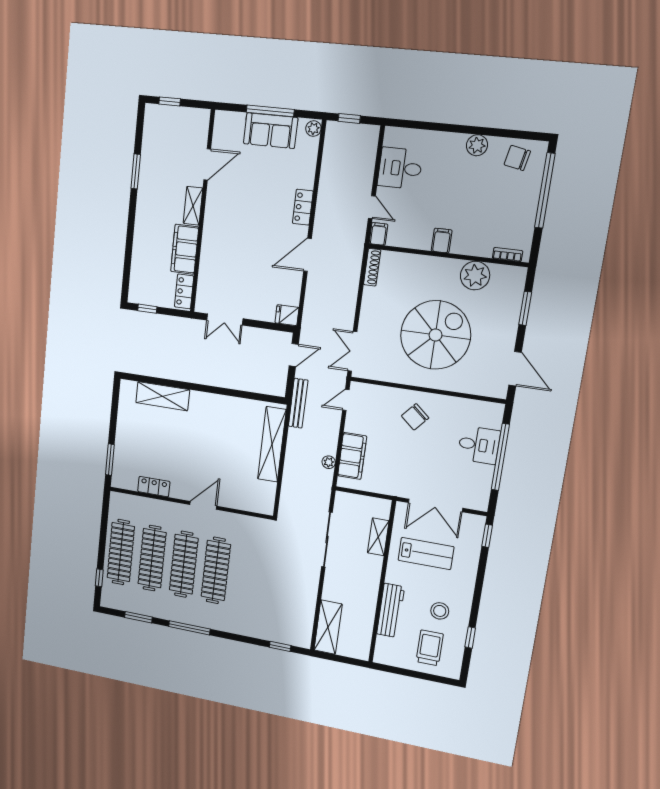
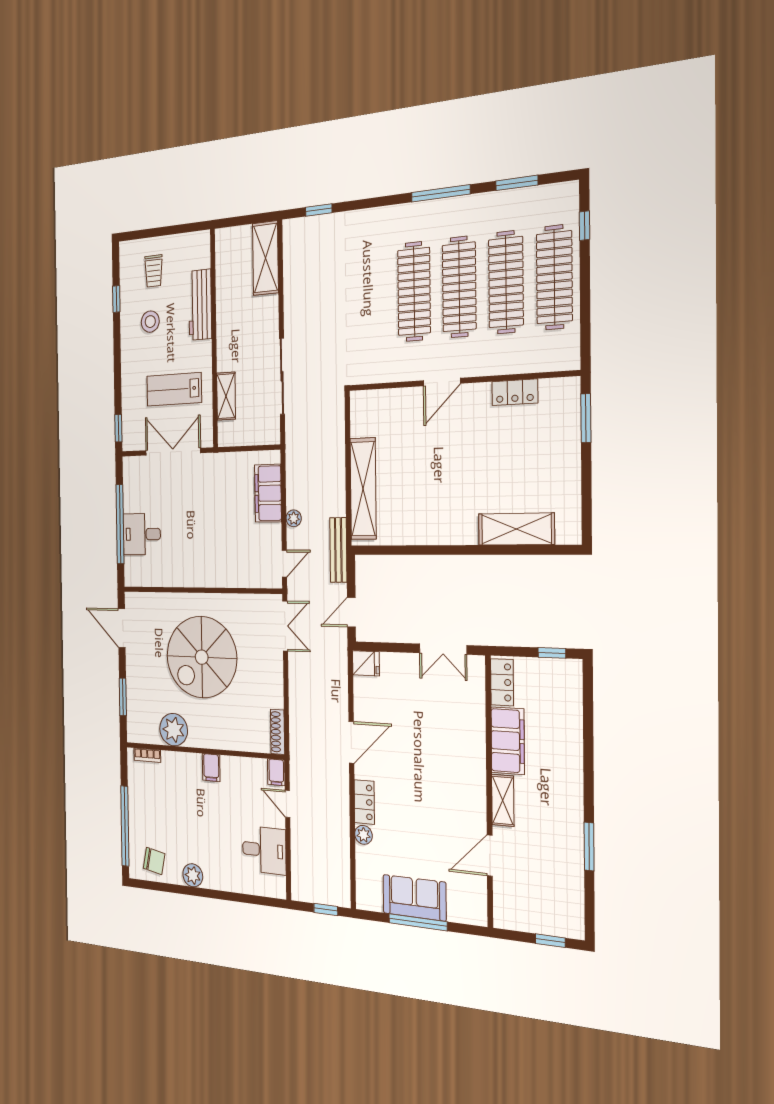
plant: (313, 129) -> (363, 835), moved
double door: (225, 319) -> (443, 649), swing flipped
chair: (415, 417) -> (208, 556), removed
plant: (329, 462) -> (294, 518), moved
trolley: (430, 648) -> (154, 271), width x0.73, depth x0.72

